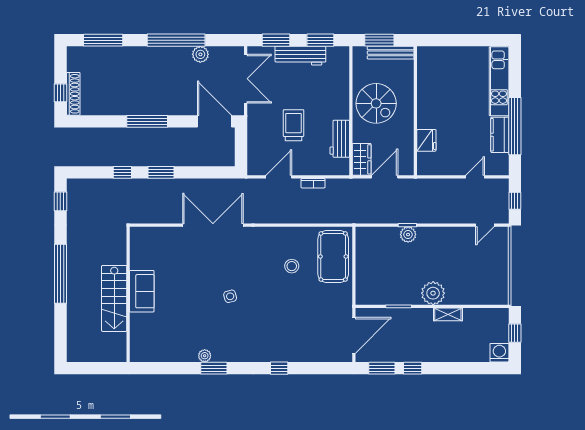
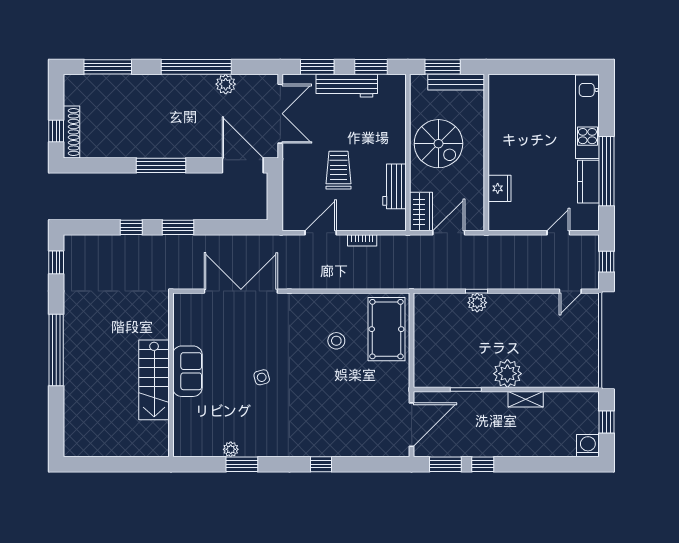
sofa: (142, 291) -> (187, 371), moved
wall: (128, 294) -> (171, 375), moved
stairs: (114, 298) -> (154, 380), moved

